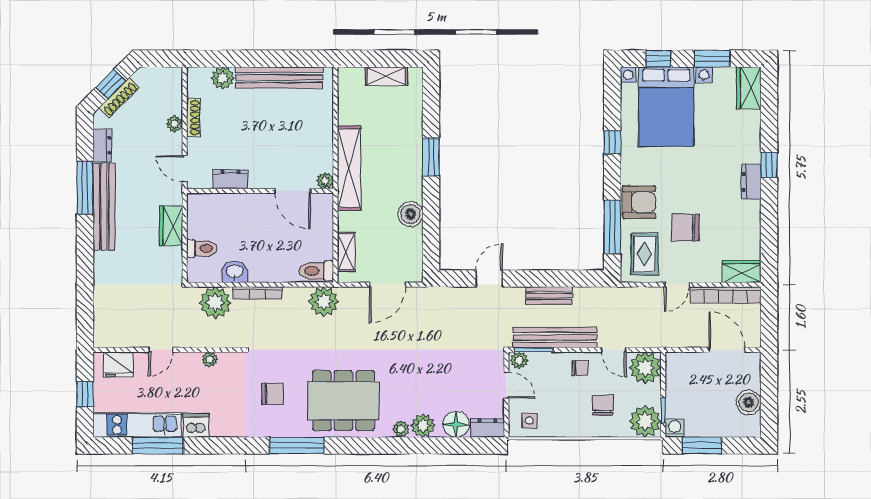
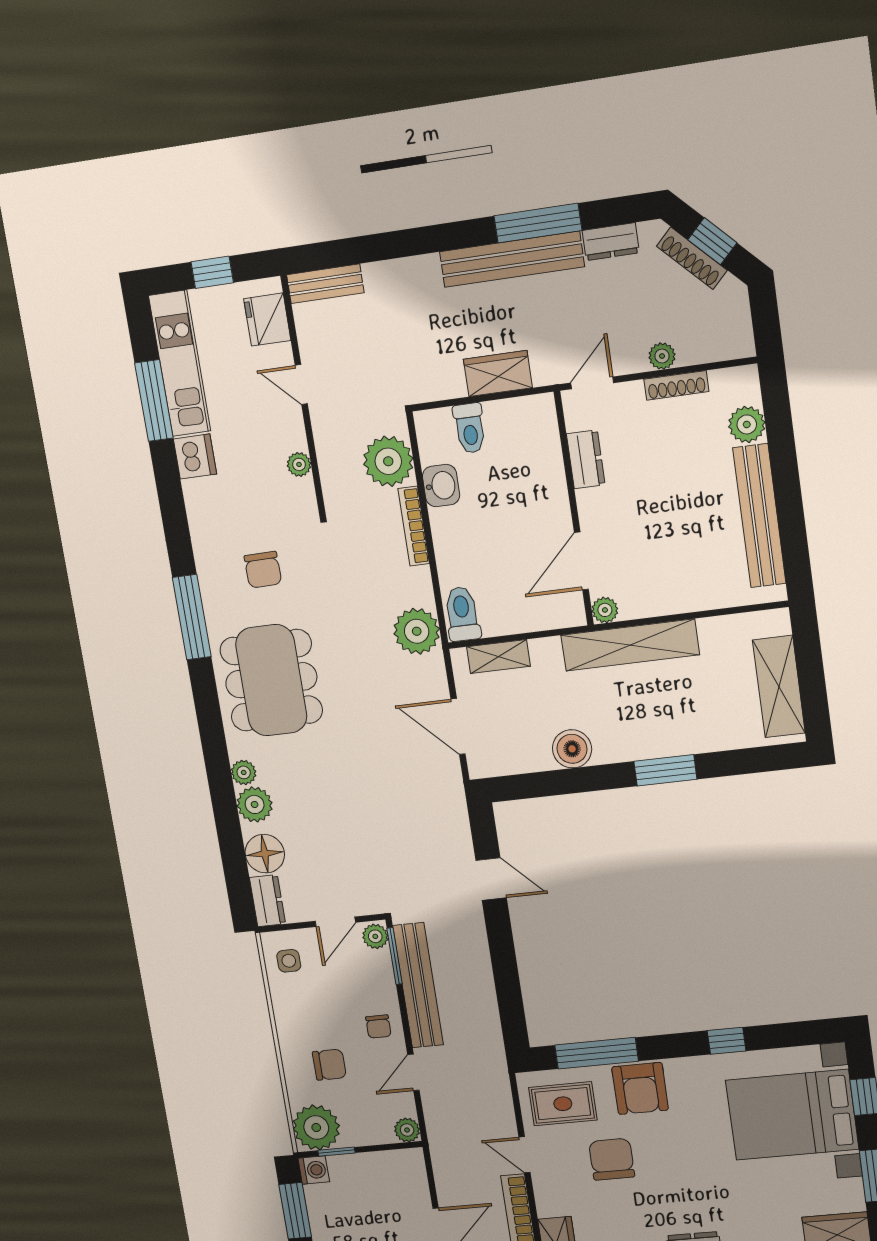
shelving: (386, 76) -> (779, 687), width x1.50, depth x1.33
bench: (549, 296) -> (325, 284), moved, turned 90
plant: (645, 368) -> (407, 1130), width x0.53, depth x0.53

